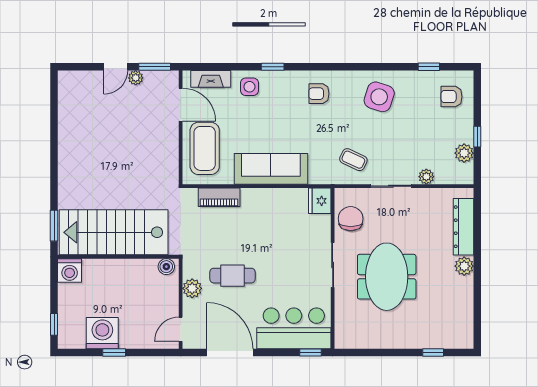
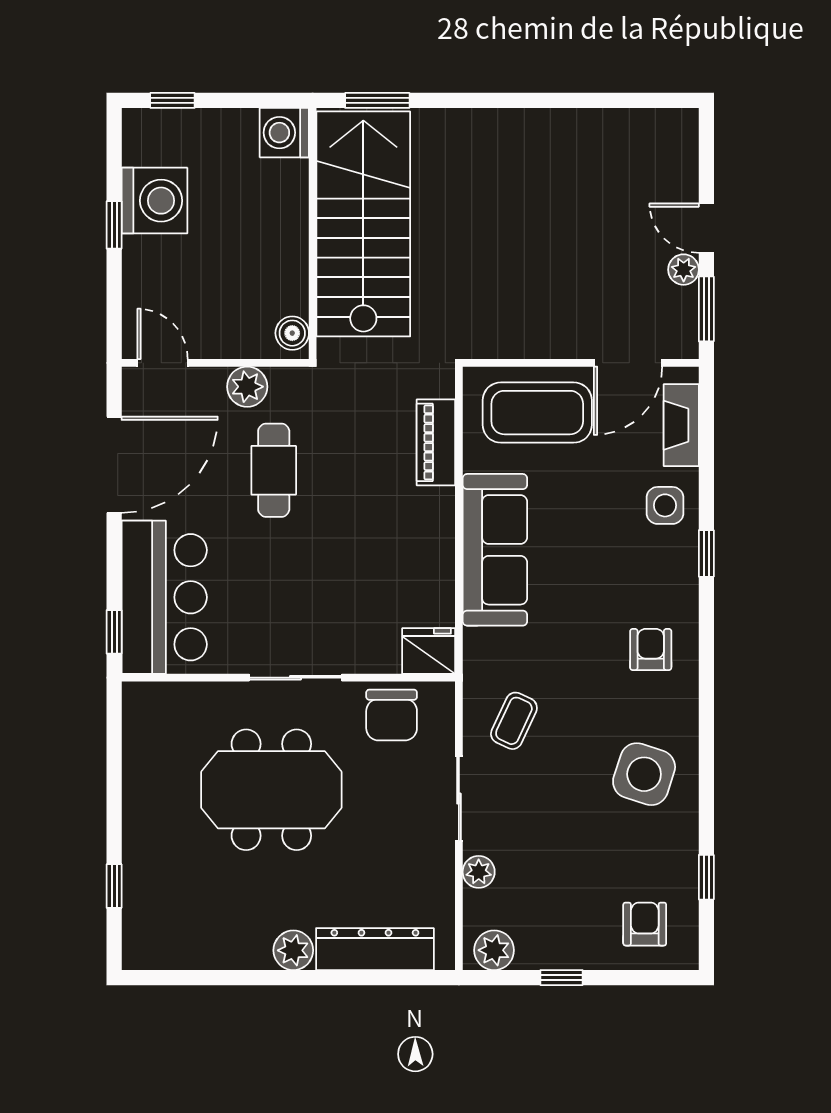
plant: (464, 153) -> (494, 950), moved
chair: (351, 219) -> (392, 715), turned 90

